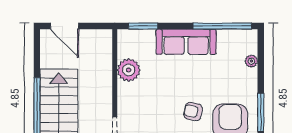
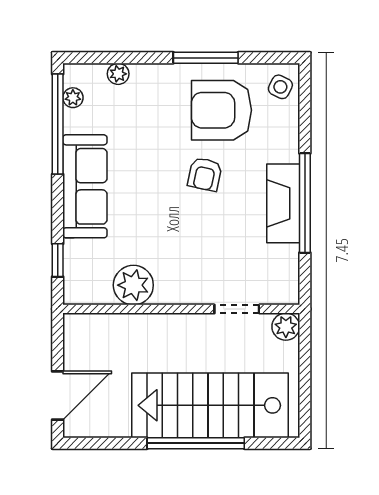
window: (143, 26) -> (58, 260), width x0.67
plant: (238, 35) -> (73, 98), added

